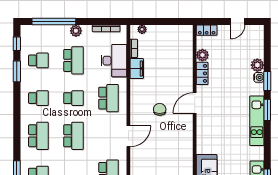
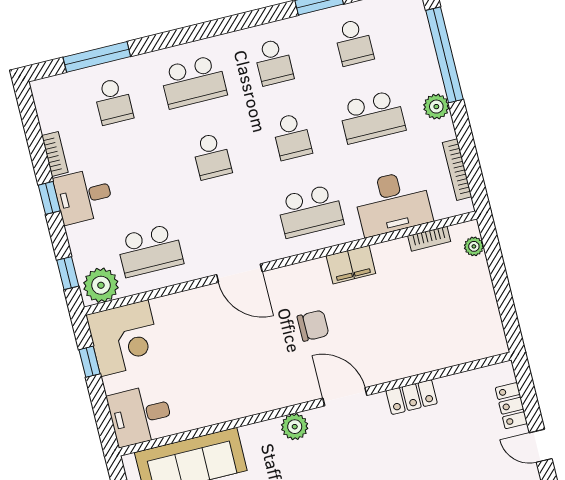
locker: (207, 30) -> (511, 406), moved
plant: (202, 55) -> (295, 427), moved
filing cabinet: (137, 68) -> (351, 265), moved
school desk: (73, 136) -> (212, 156), width x0.54

